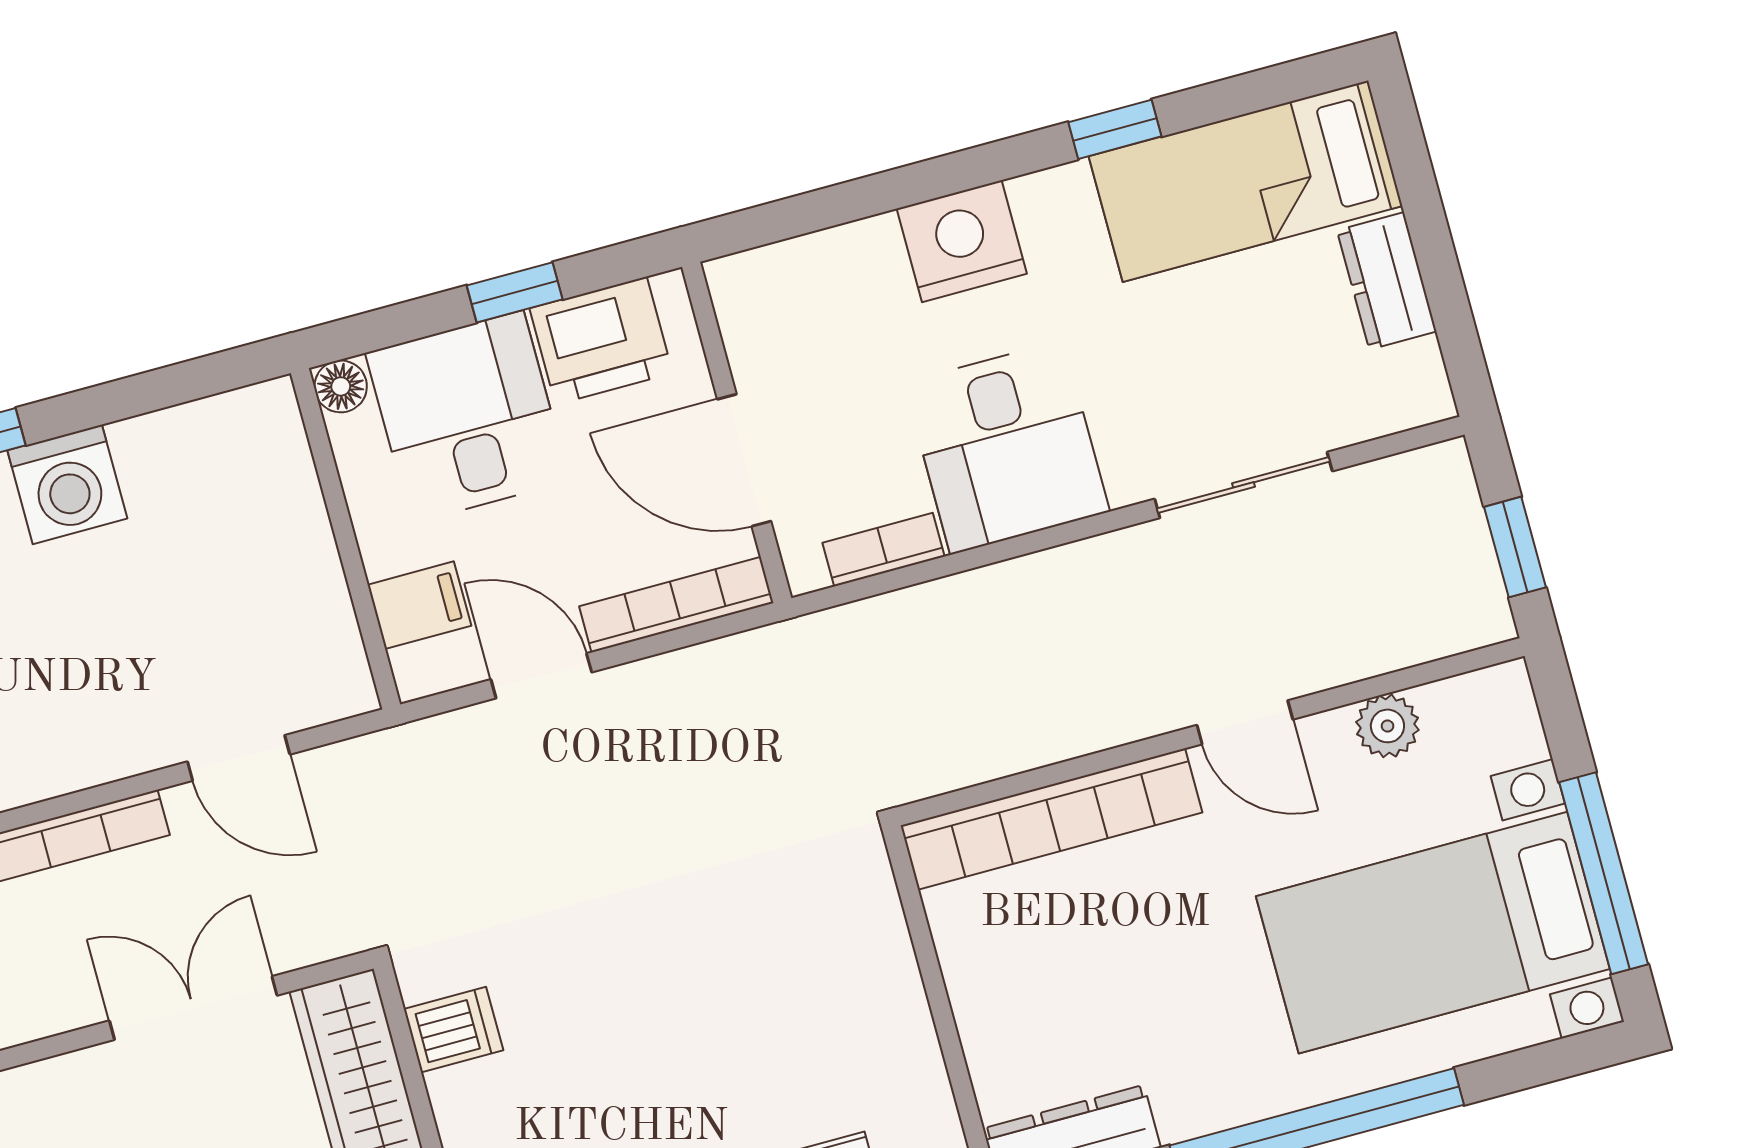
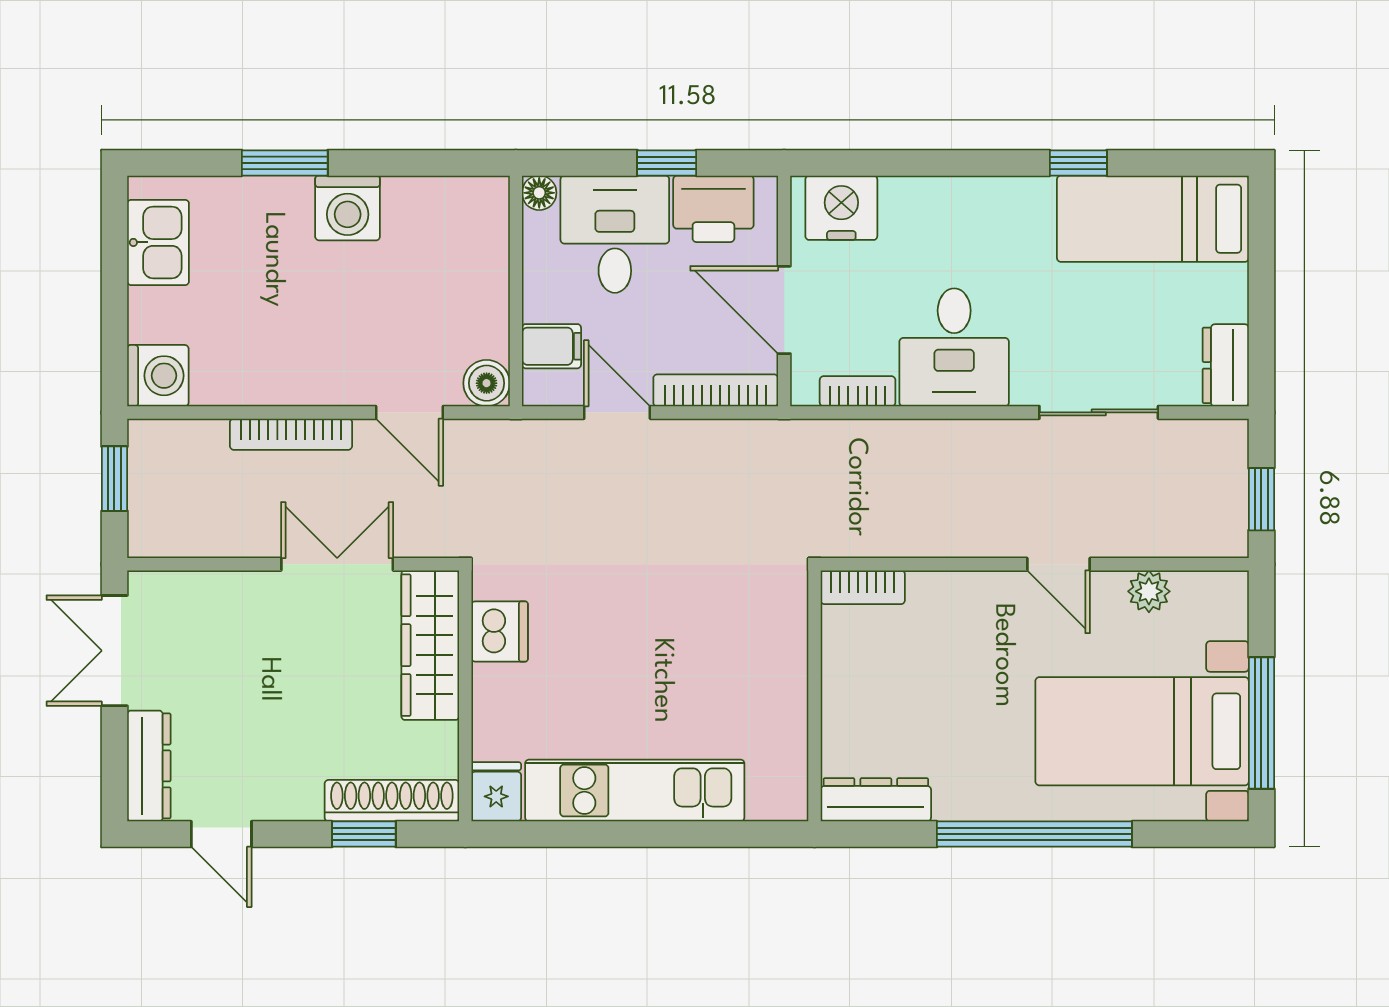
nightstand: (962, 241) -> (841, 208), moved
dresser: (1387, 281) -> (1226, 365), moved
boiler: (339, 685) -> (487, 383), added
bookcase: (1051, 819) -> (863, 587), width x0.43, depth x0.76
dishwasher: (453, 1030) -> (500, 631), width x1.38

